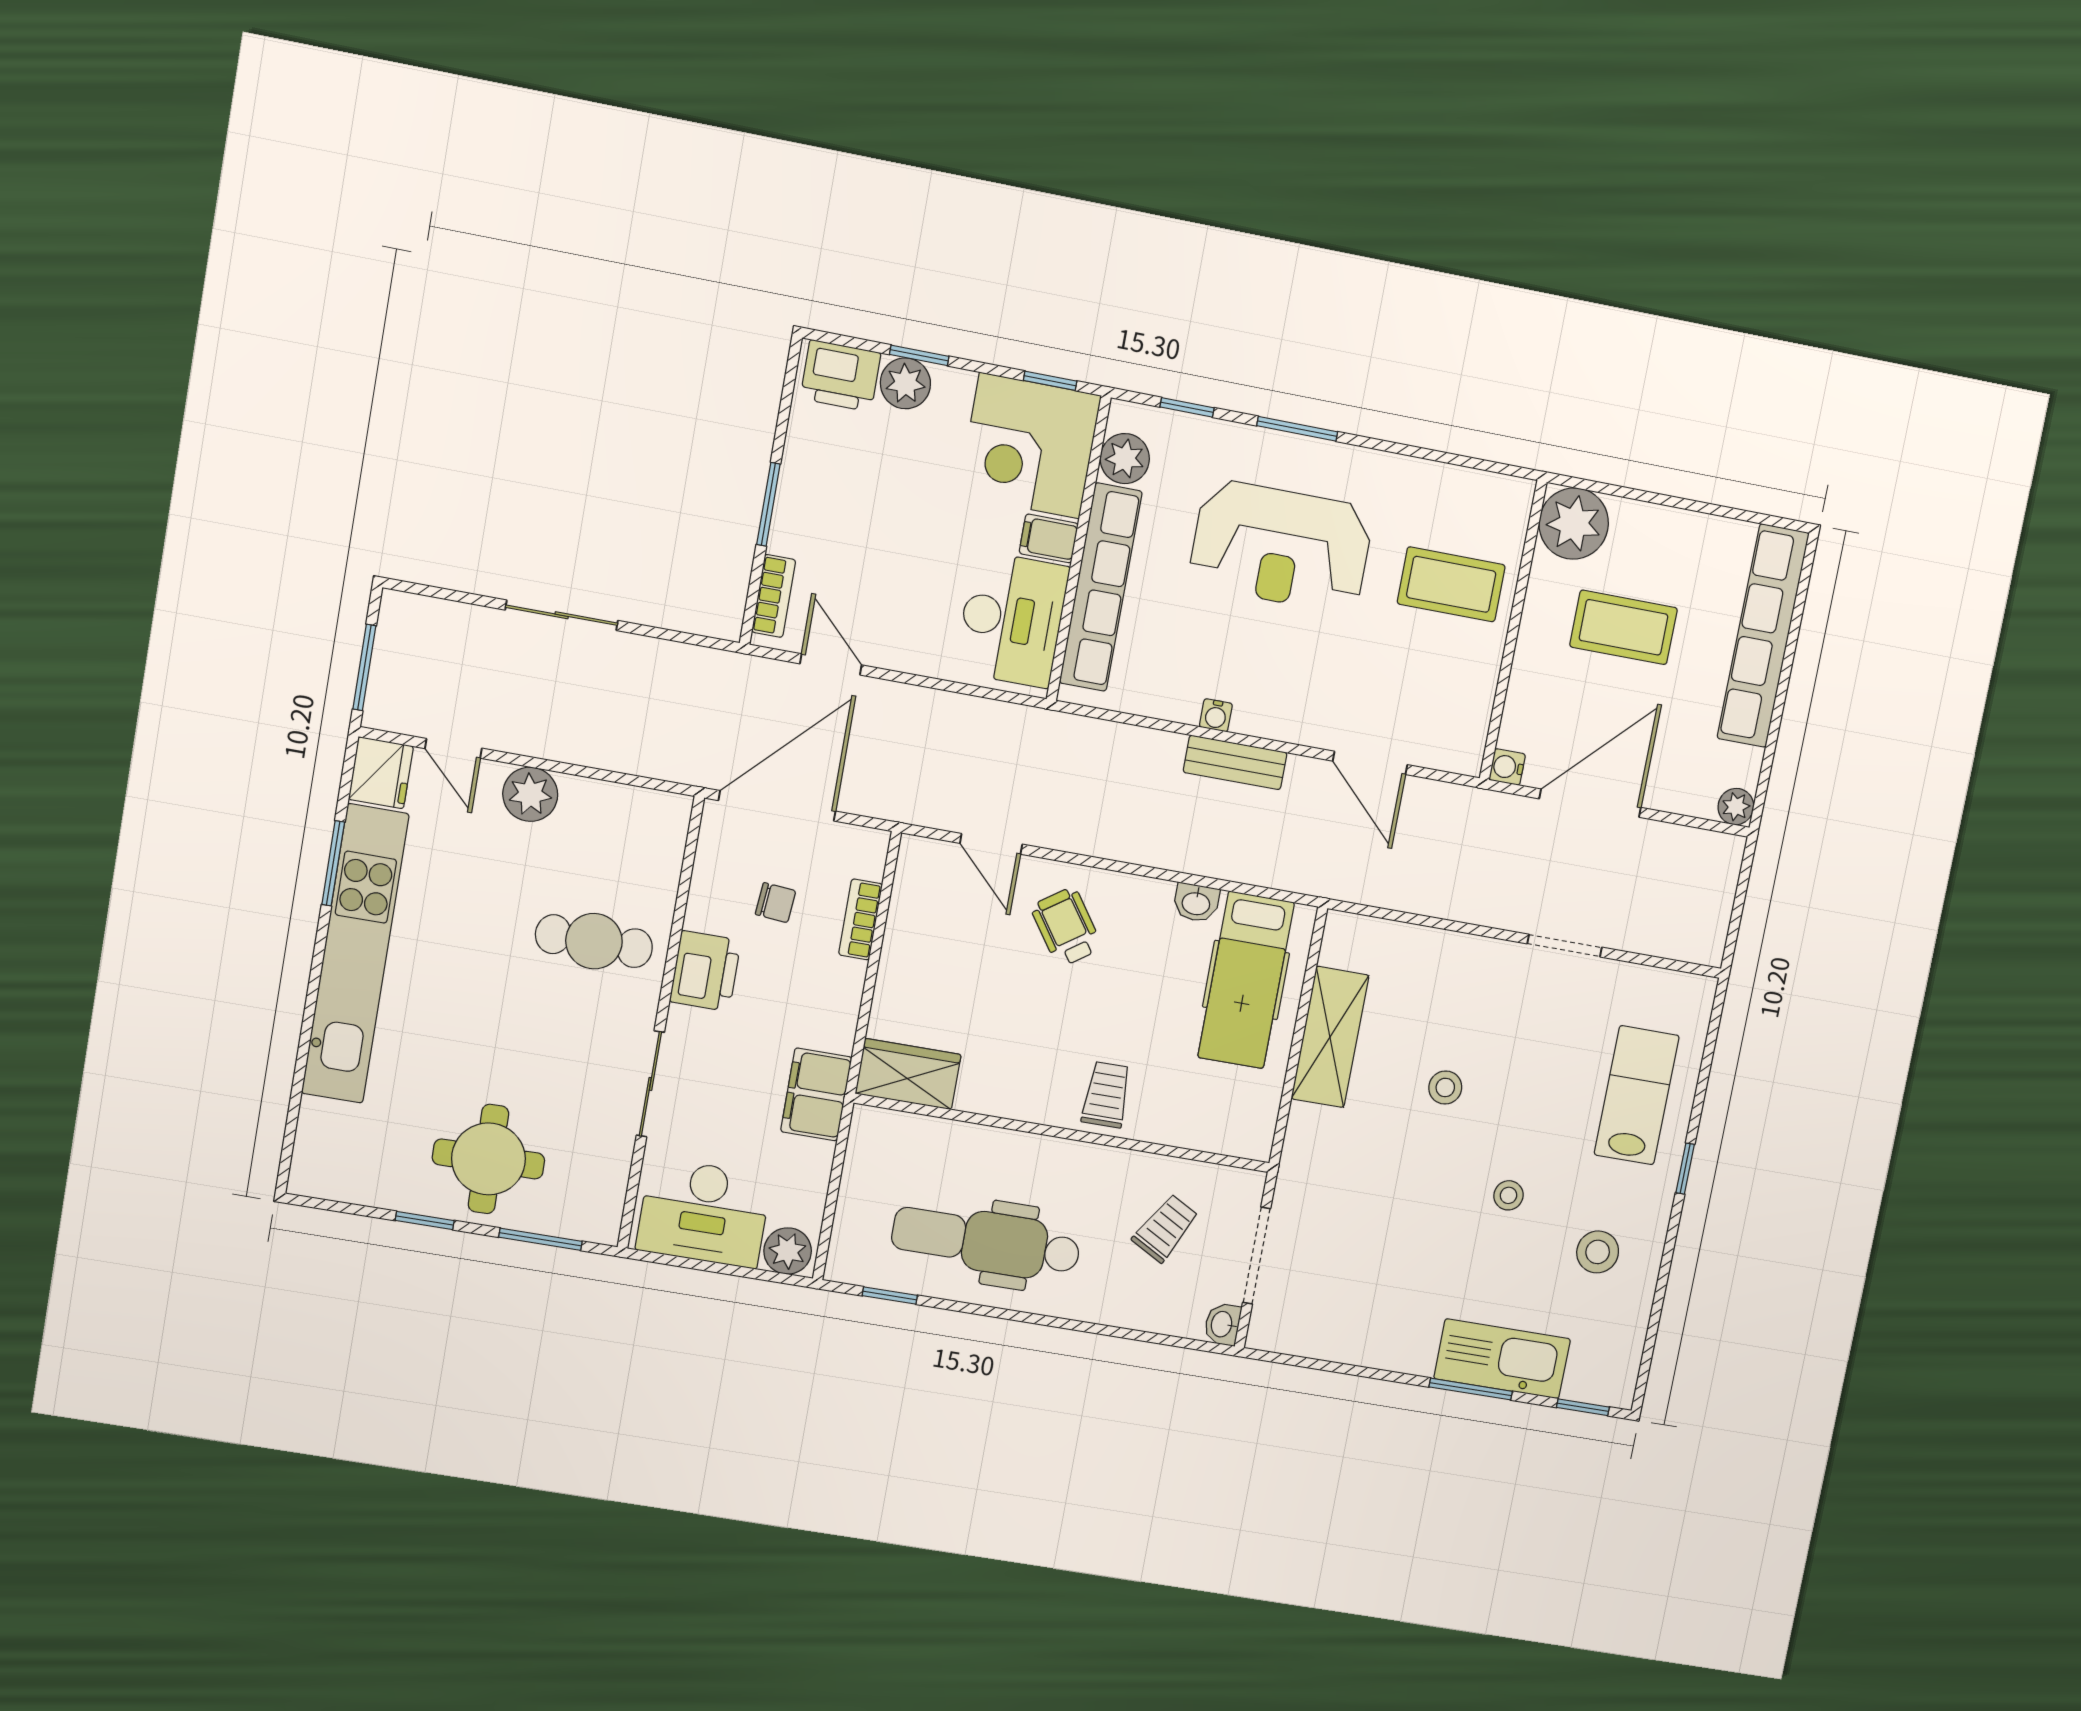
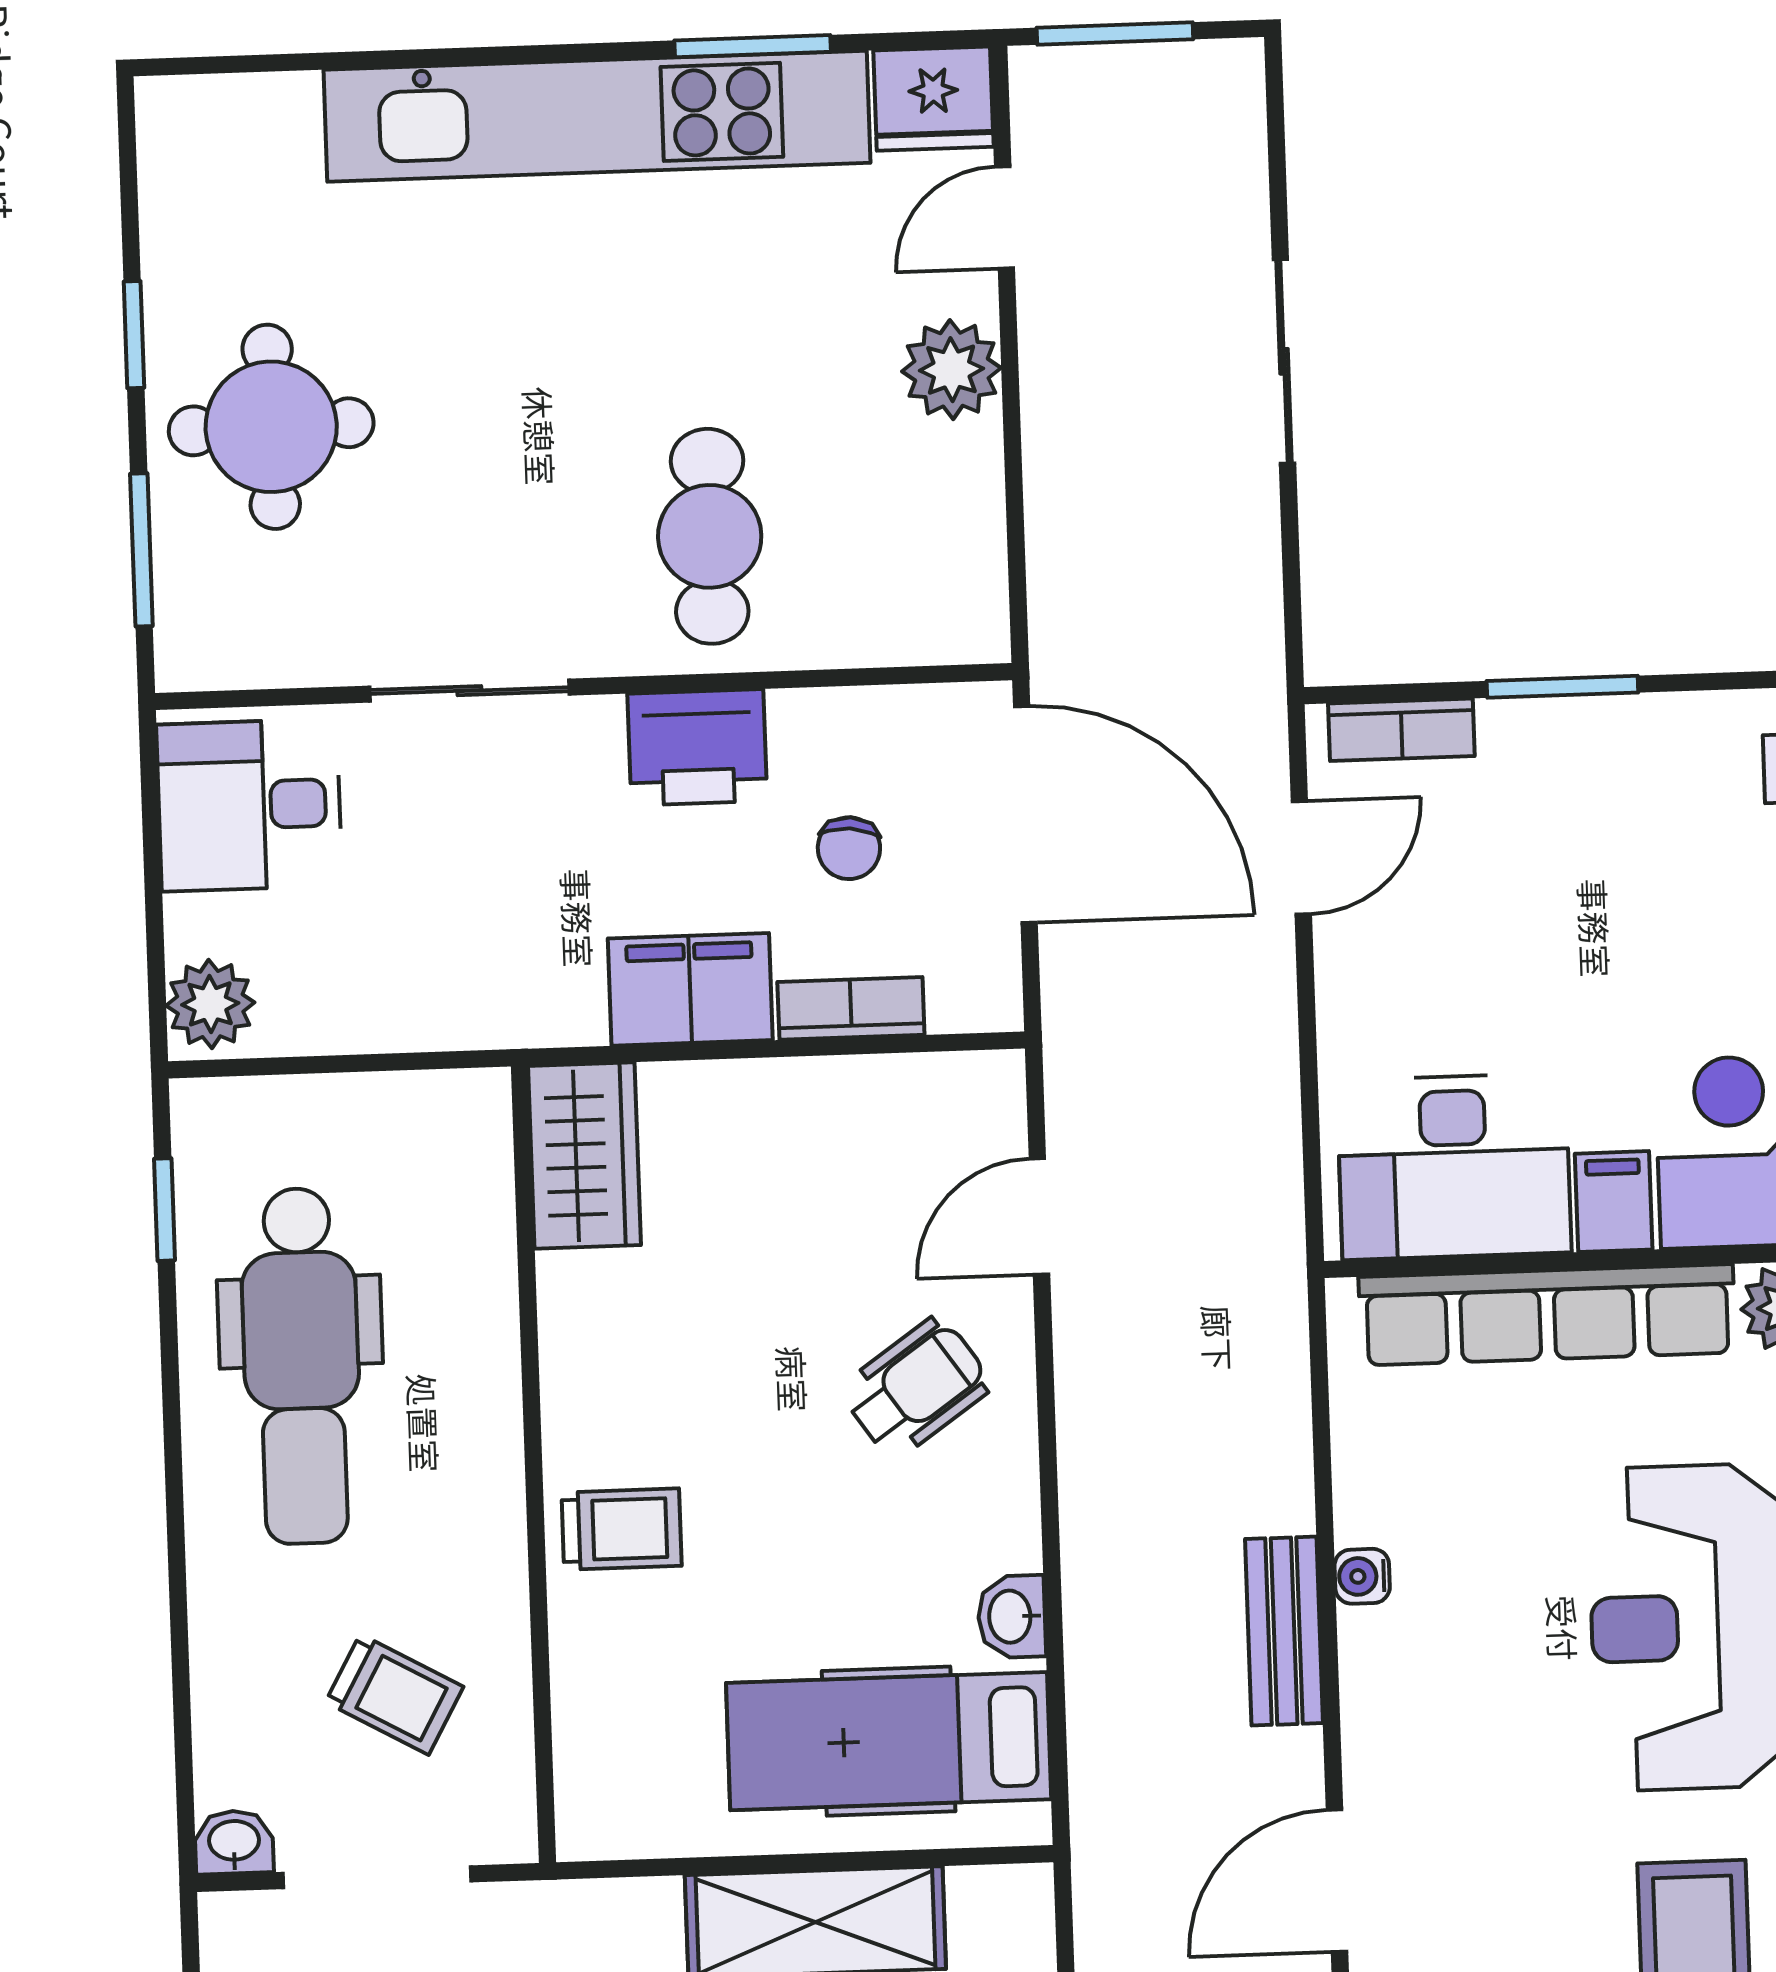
filing cabinet: (816, 1094) -> (690, 989), moved
desk: (704, 1213) -> (249, 805), width x0.73
dental chair: (986, 1242) -> (301, 1366), turned 180

